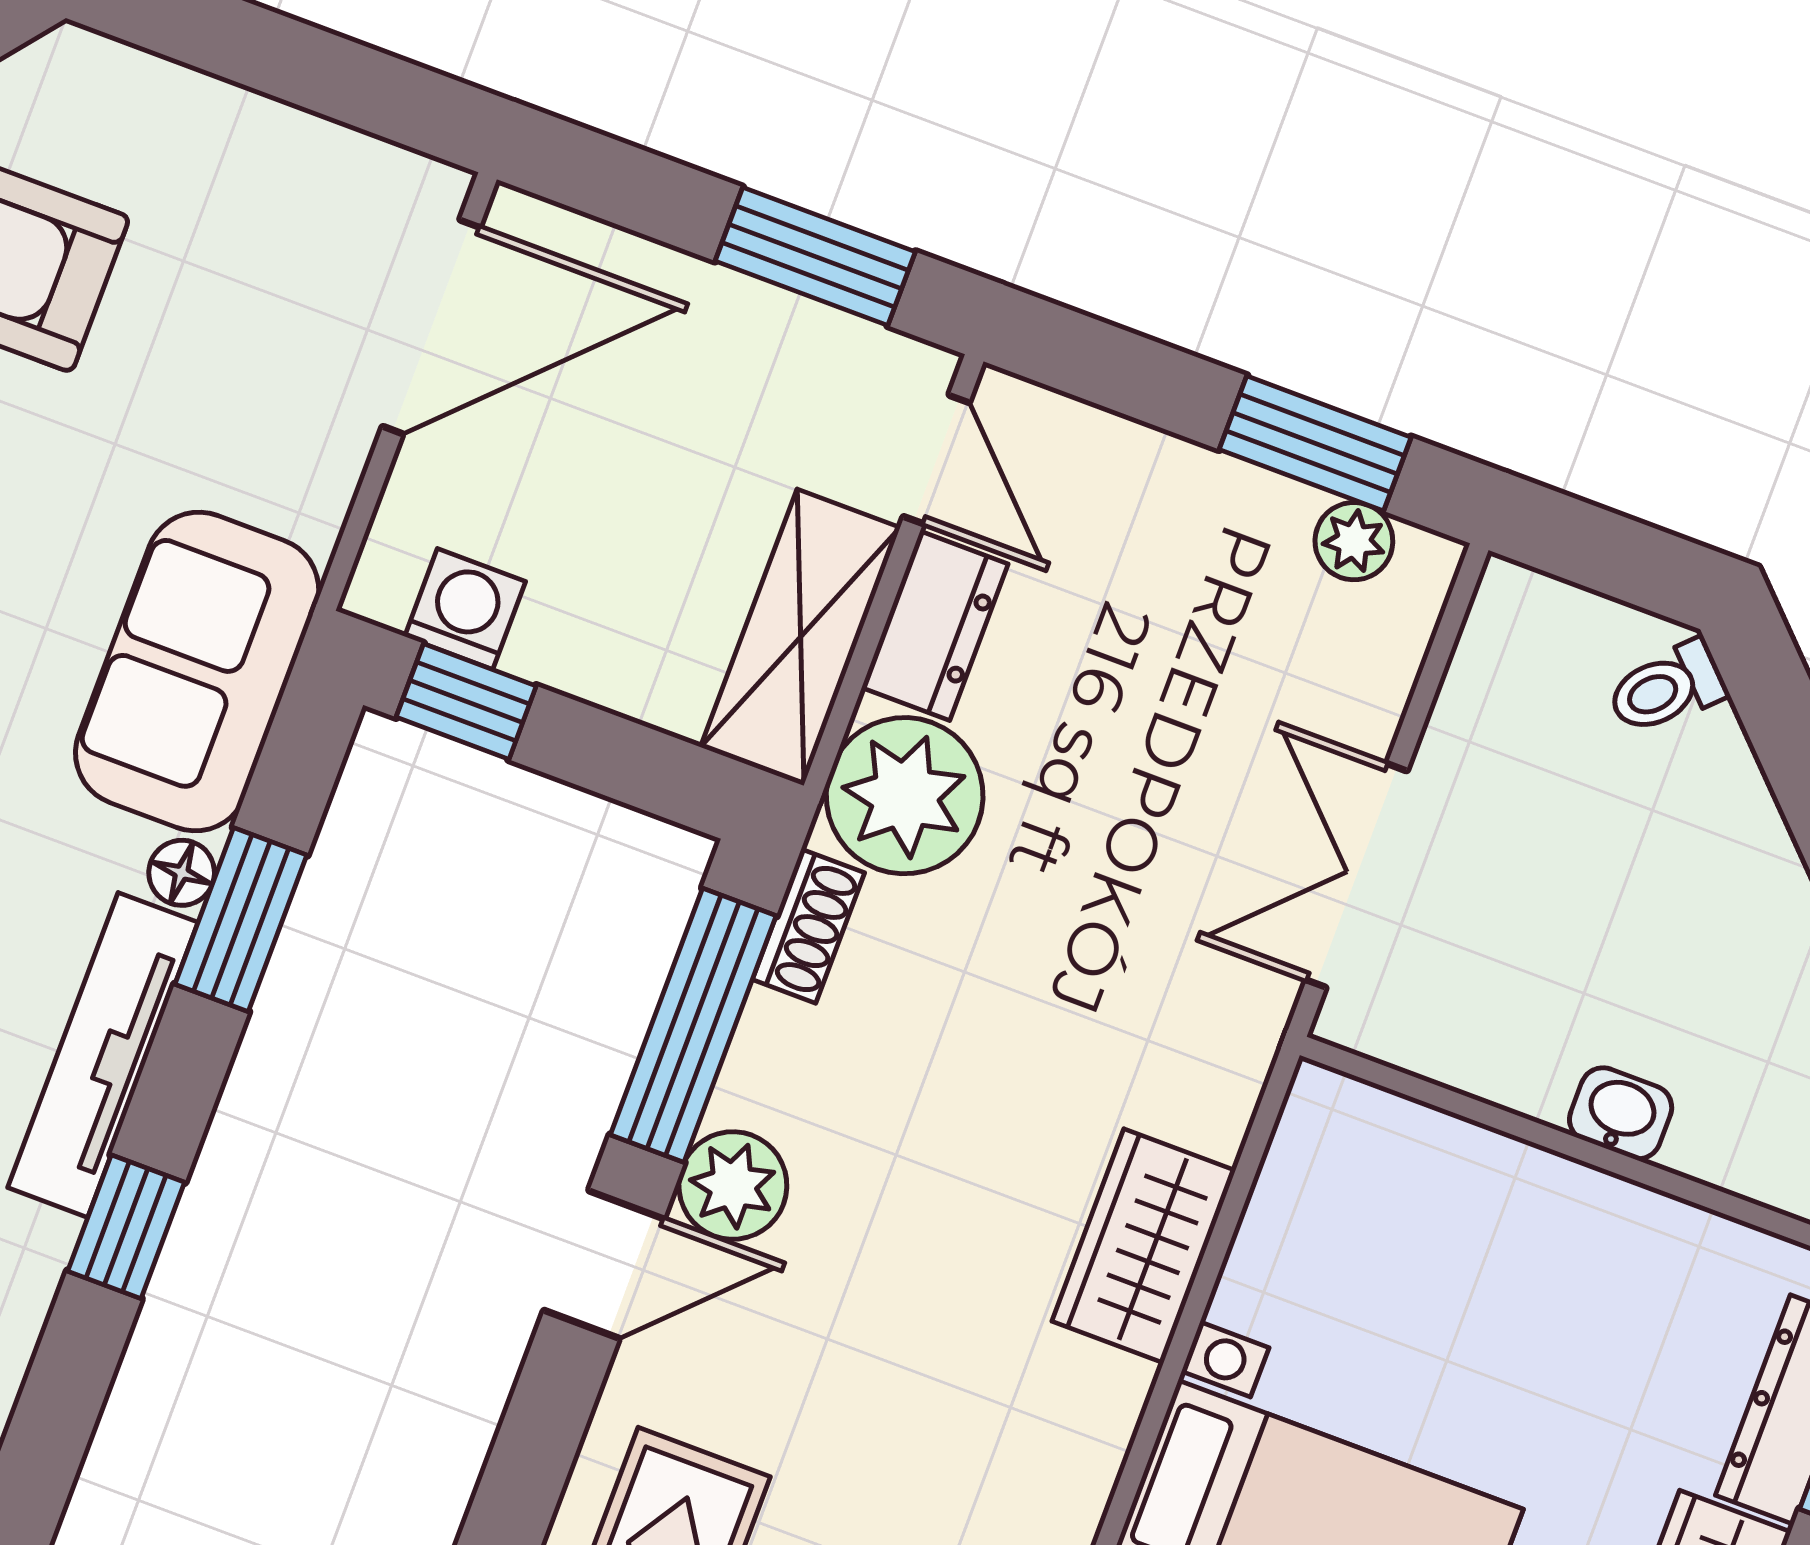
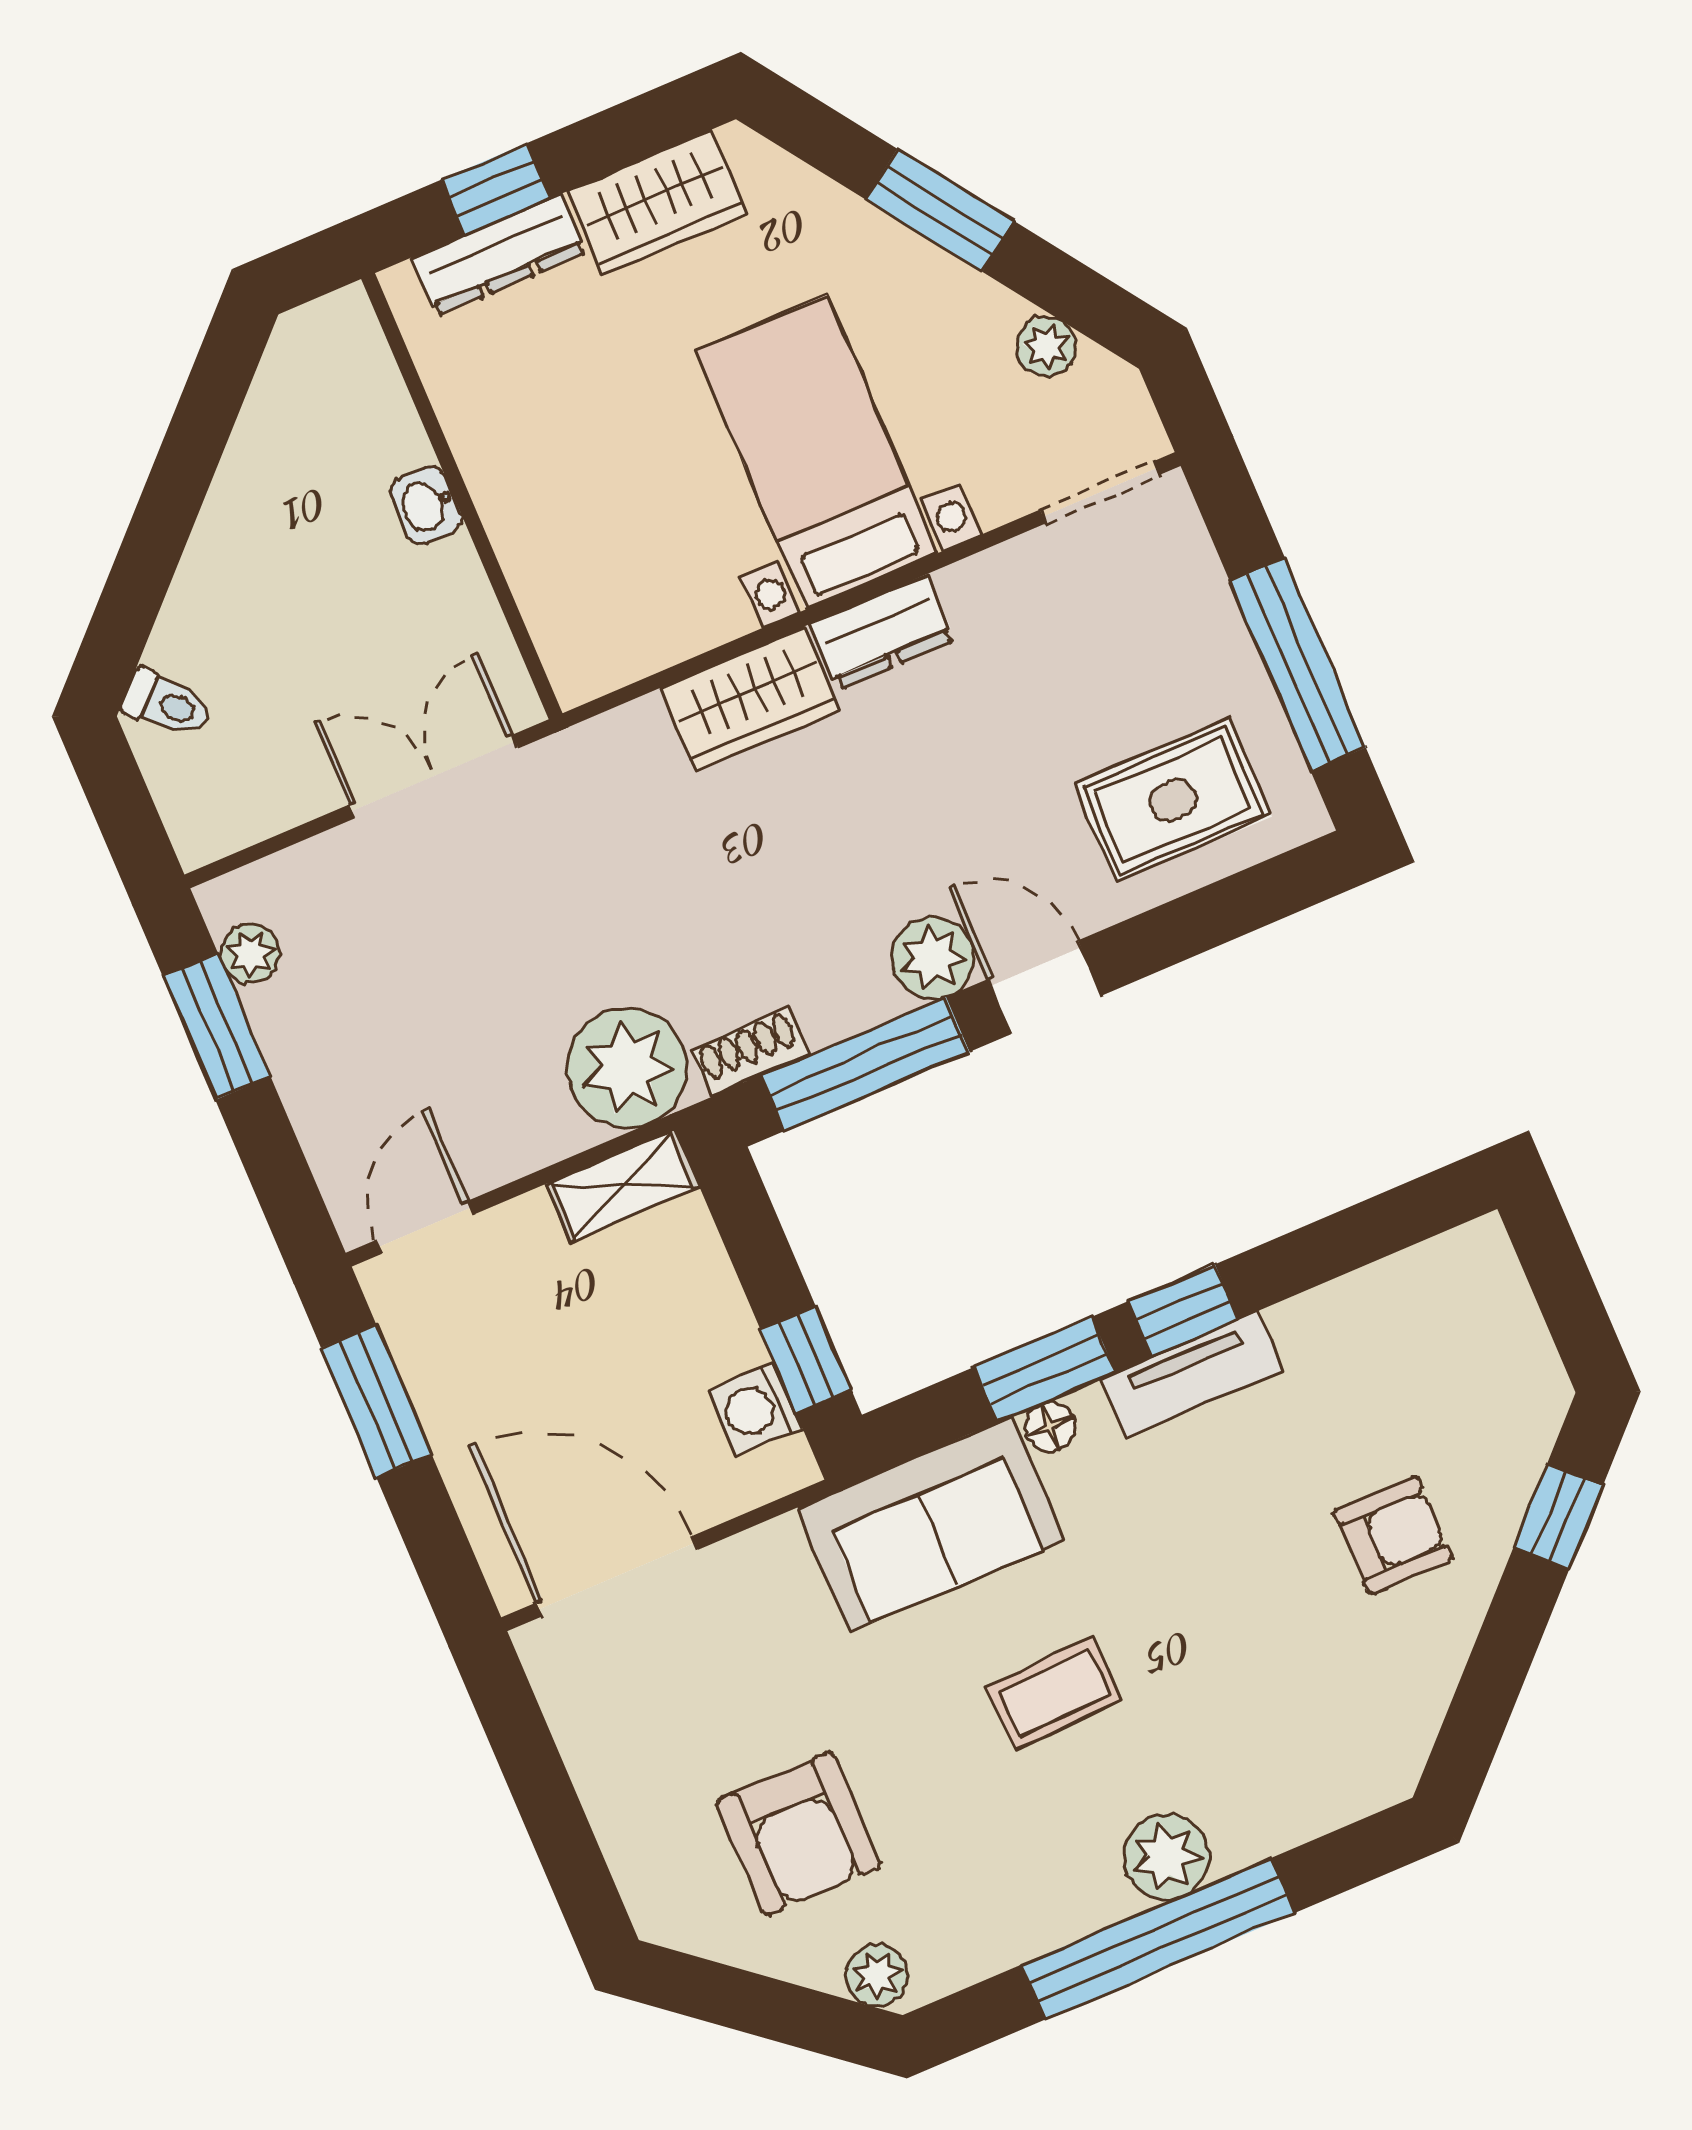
dresser: (935, 626) -> (883, 632), moved, turned 180
shelving: (800, 637) -> (623, 1185), width x0.67, depth x0.75
double door: (1356, 875) -> (434, 776), swing flipped
tv unit: (103, 1055) -> (1192, 1374), width x0.71
window: (126, 1227) -> (1183, 1310), moved

